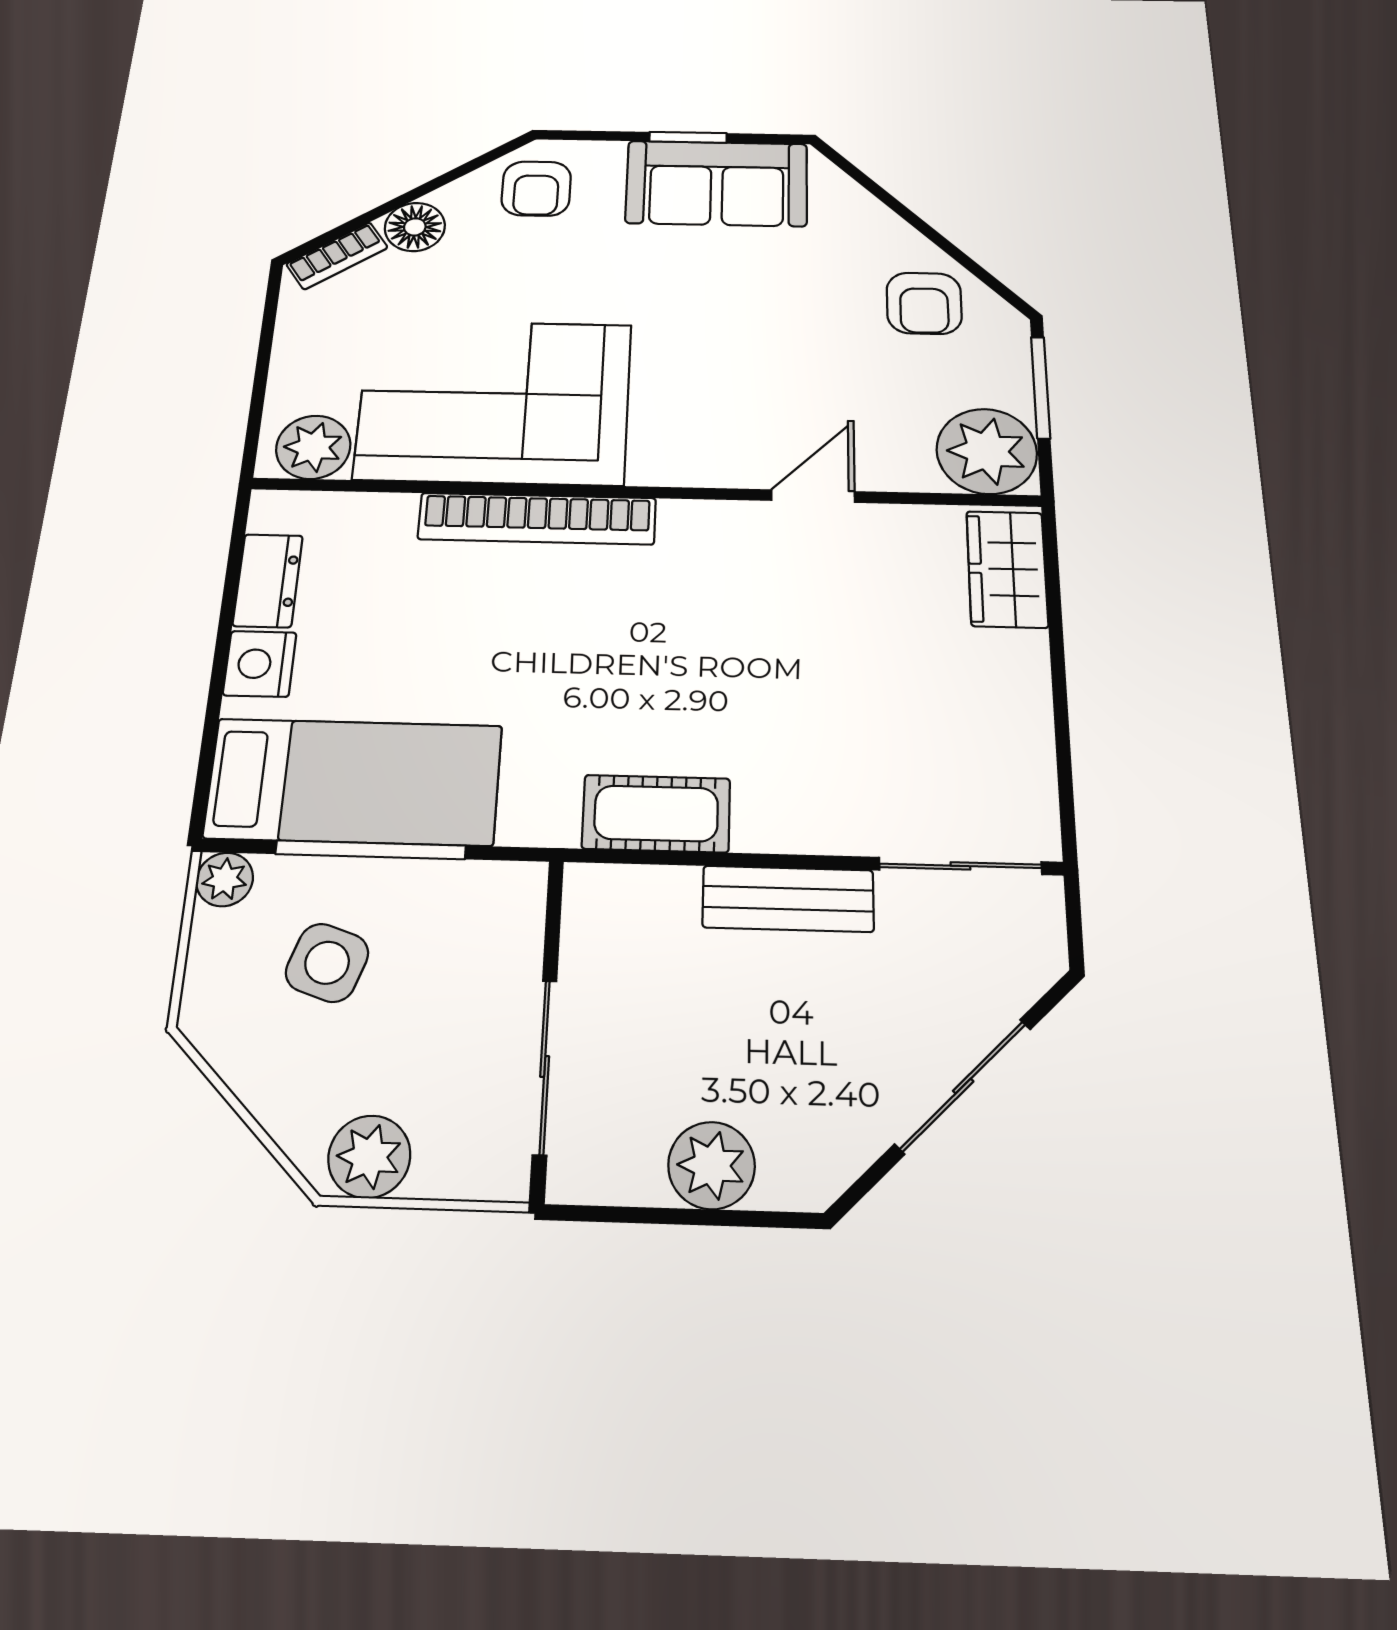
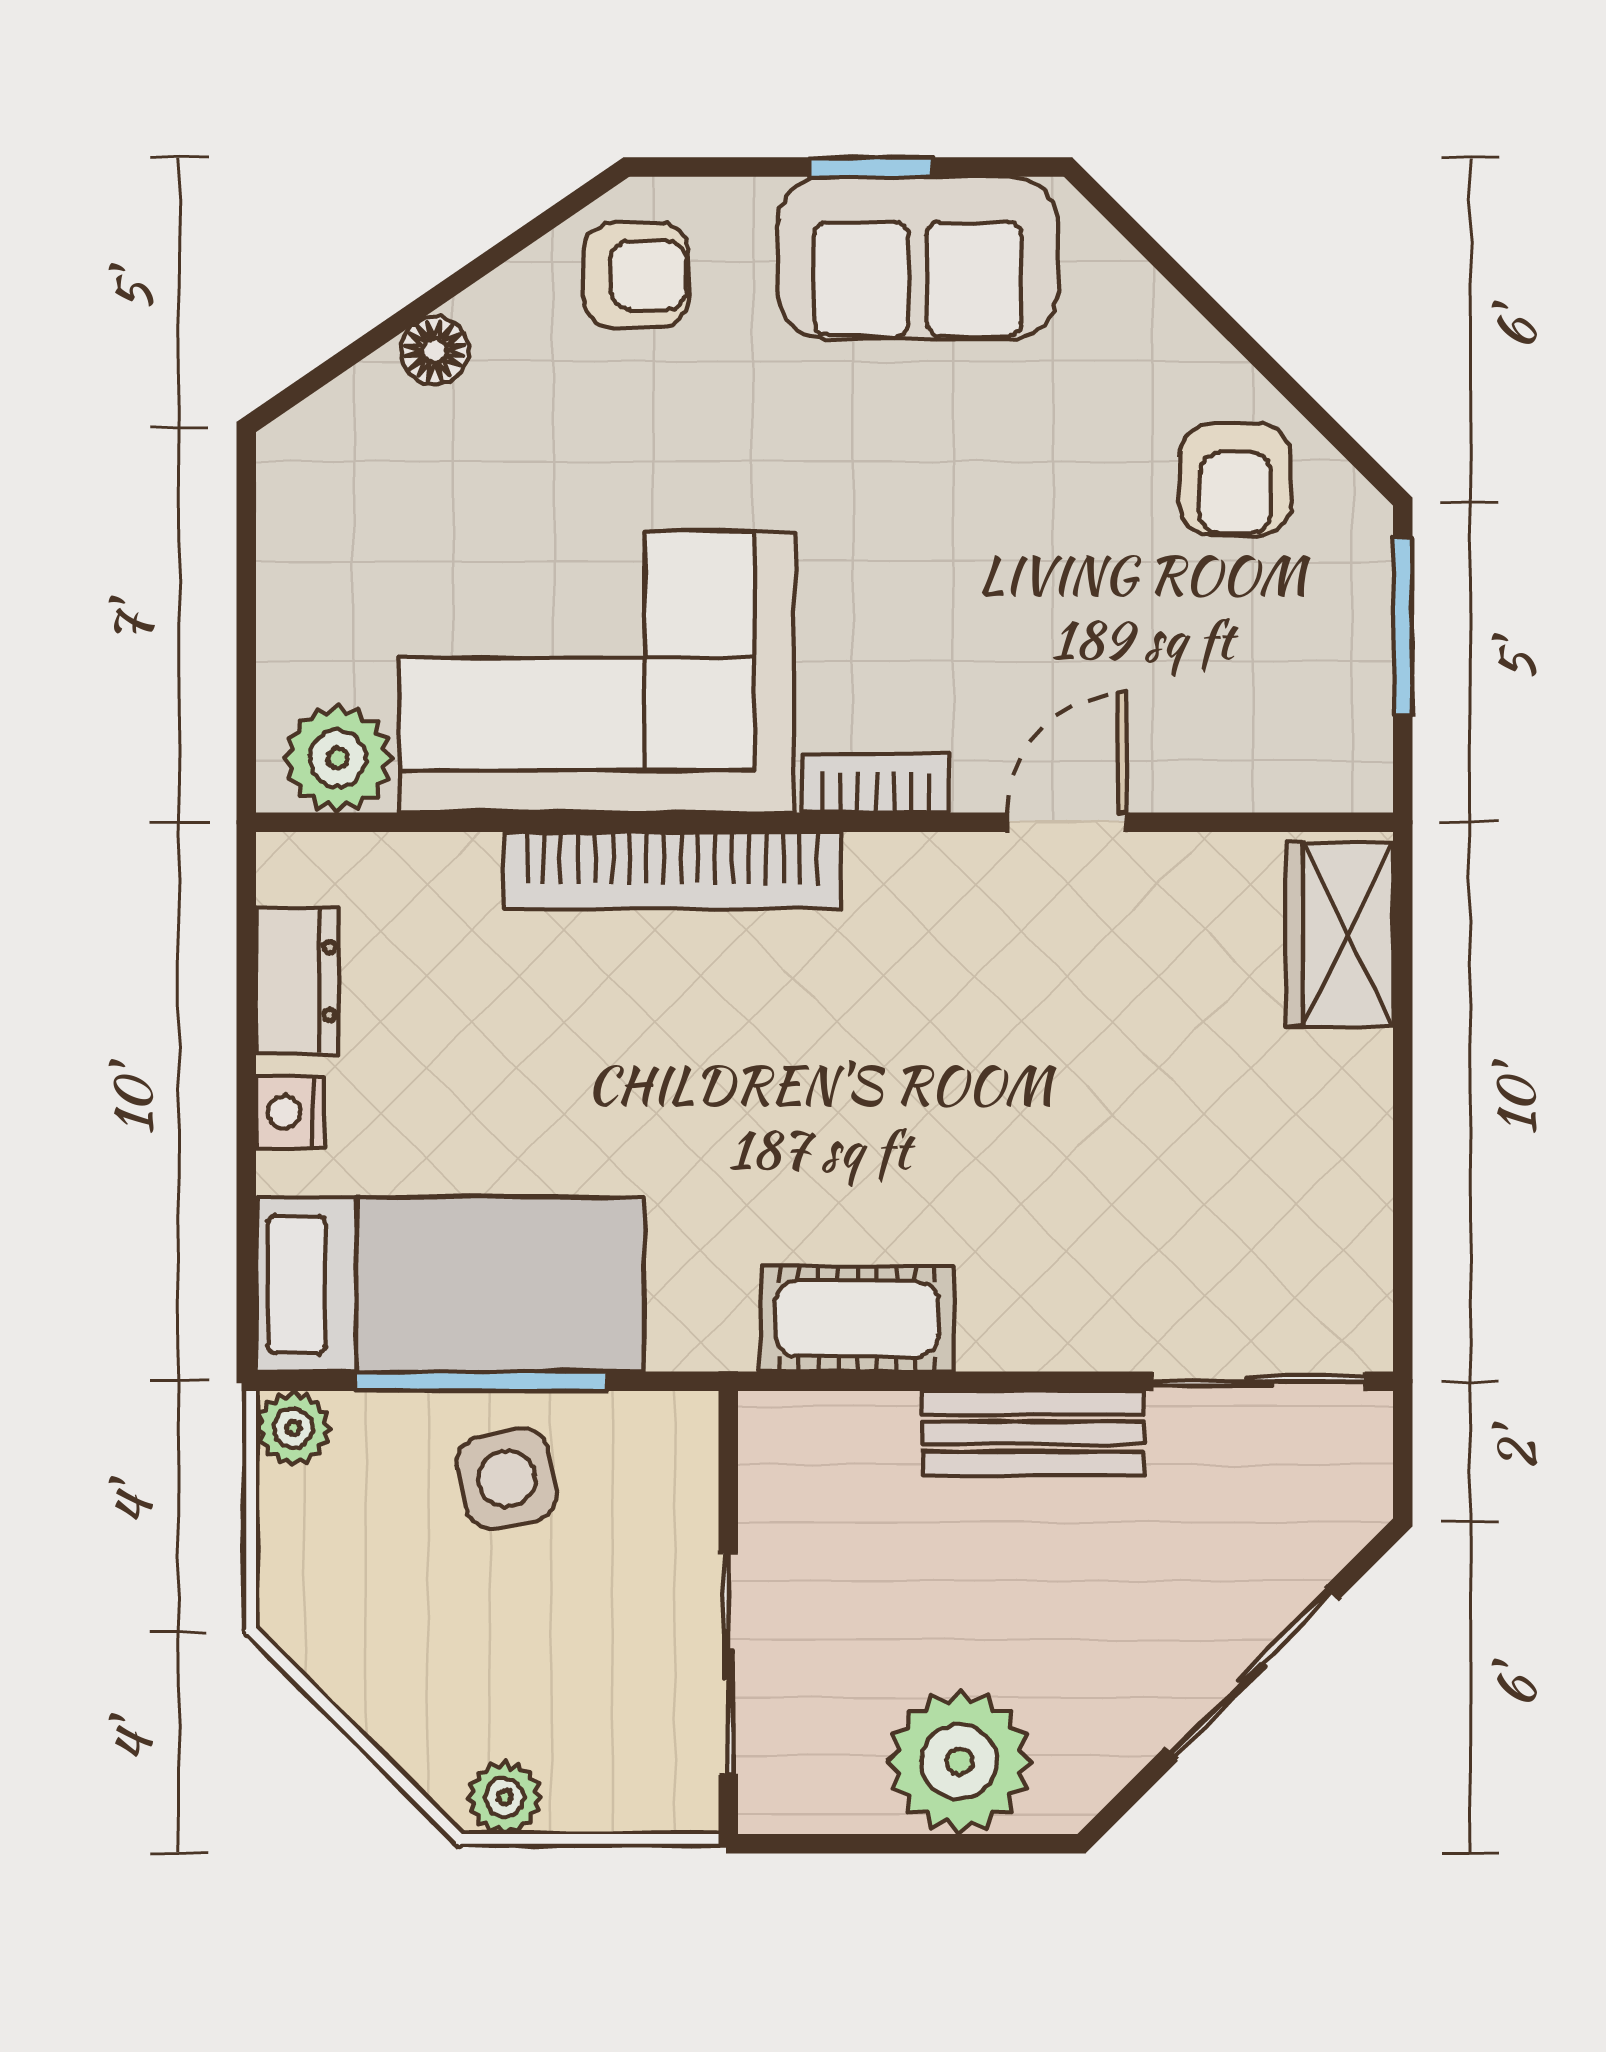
armchair: (536, 189) -> (636, 275), turned -90
floor lamp: (415, 227) -> (435, 351), width x0.73, depth x0.73
bookcase: (337, 256) -> (876, 783), moved, turned -146
plant: (987, 451) -> (1319, 740), removed
nightstand: (260, 664) -> (290, 1112), width x0.72, depth x0.74
side table: (327, 963) -> (507, 1478), moved, turned -31
plant: (369, 1157) -> (504, 1797), width x0.73, depth x0.73
plant: (711, 1165) -> (960, 1762), width x1.36, depth x1.36

